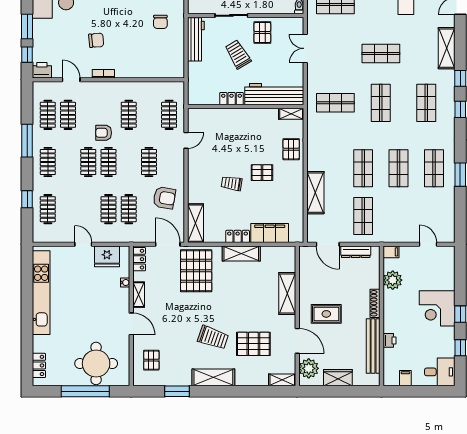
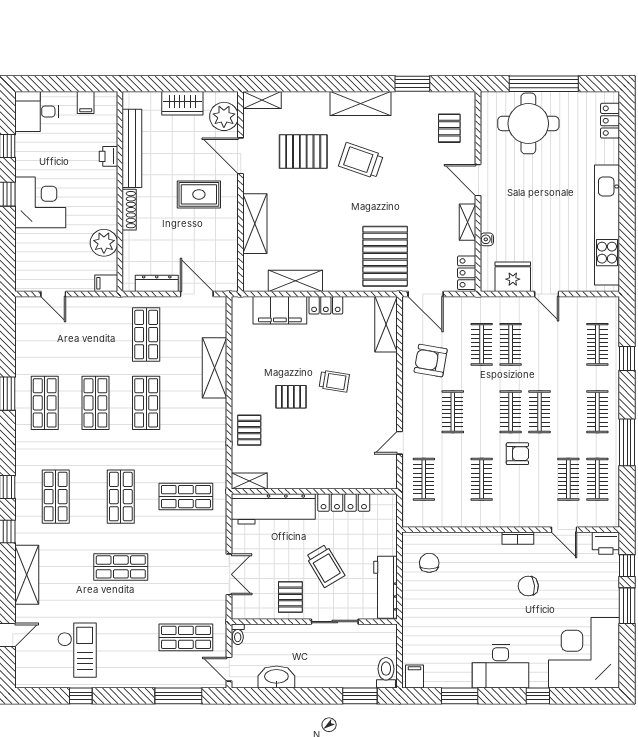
chair: (160, 22) -> (429, 563), moved
locker: (232, 99) -> (344, 503), width x1.53
shelving: (241, 253) -> (295, 281), moved

